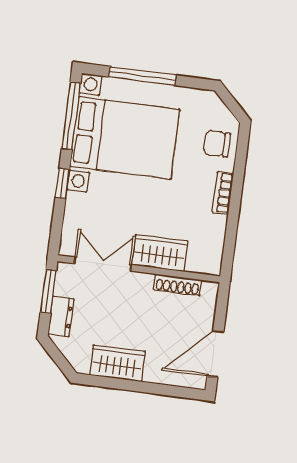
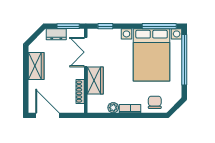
window: (142, 76) -> (184, 60), width x1.46
window: (62, 183) -> (105, 26), moved
plant: (217, 225) -> (113, 108), added
double door: (103, 264) -> (86, 52), swing flipped

